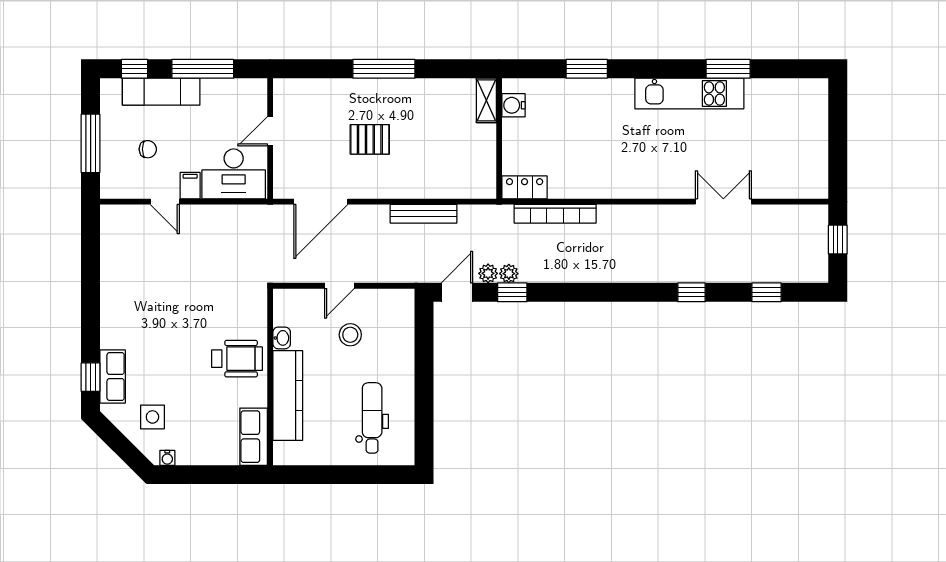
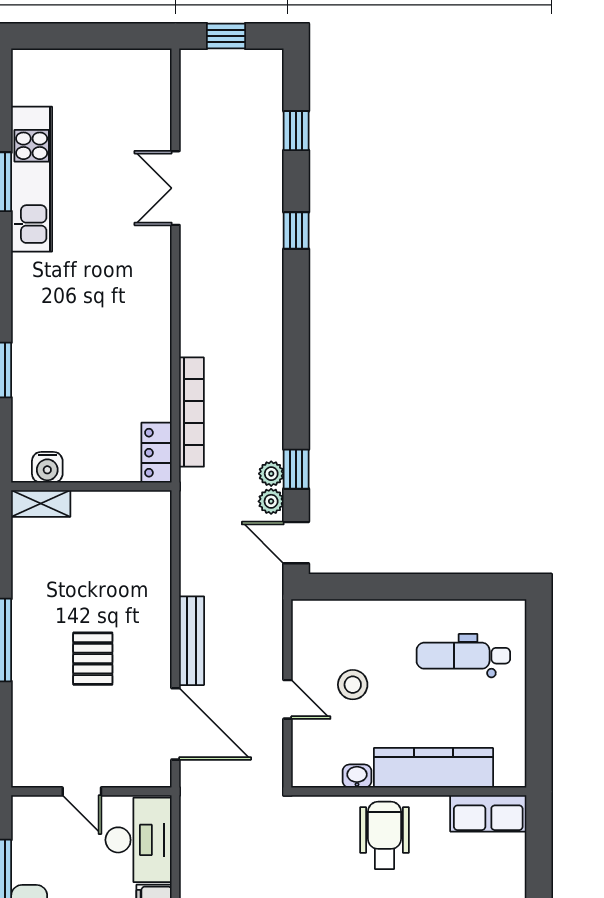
kitchen unit: (689, 93) -> (32, 179), moved
bench: (424, 214) -> (192, 641), moved

